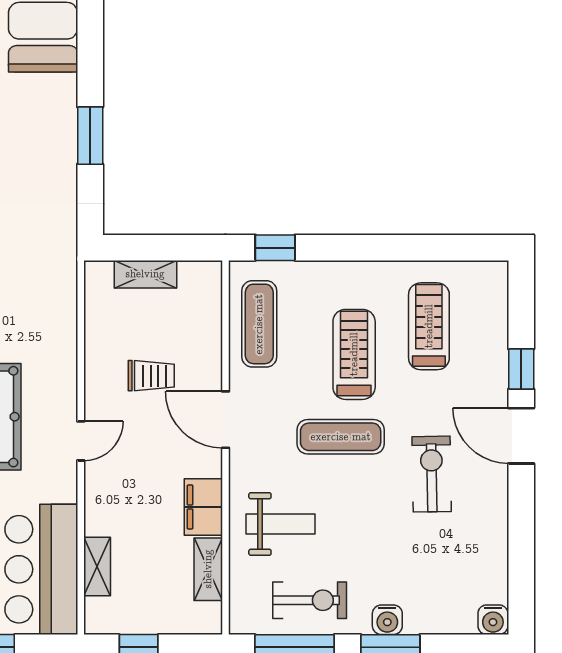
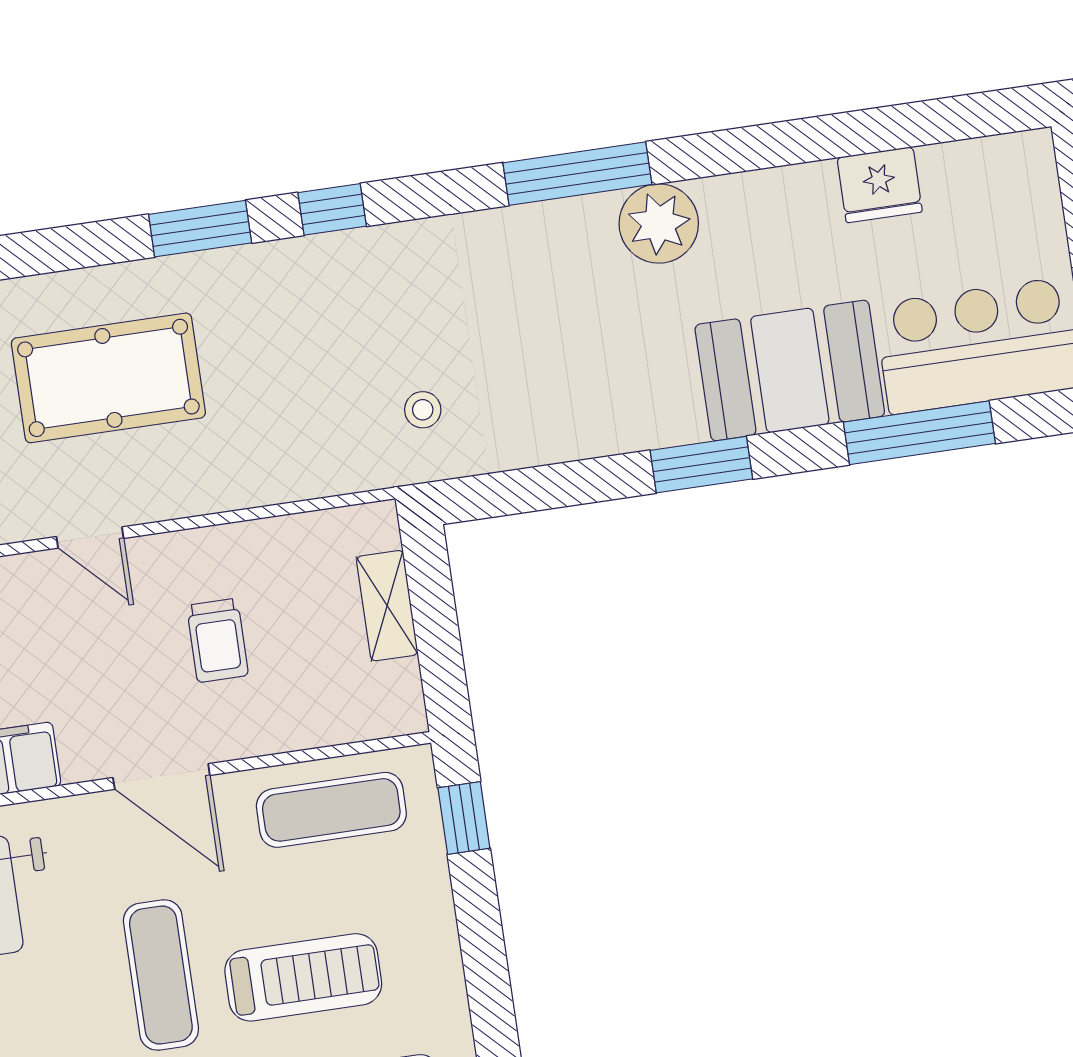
window: (90, 136) -> (701, 465), moved
stool: (35, 237) -> (423, 410), added
door: (225, 420) -> (161, 777), swing flipped

